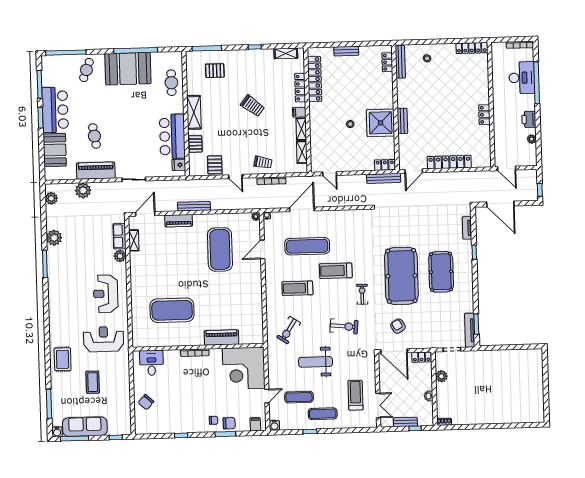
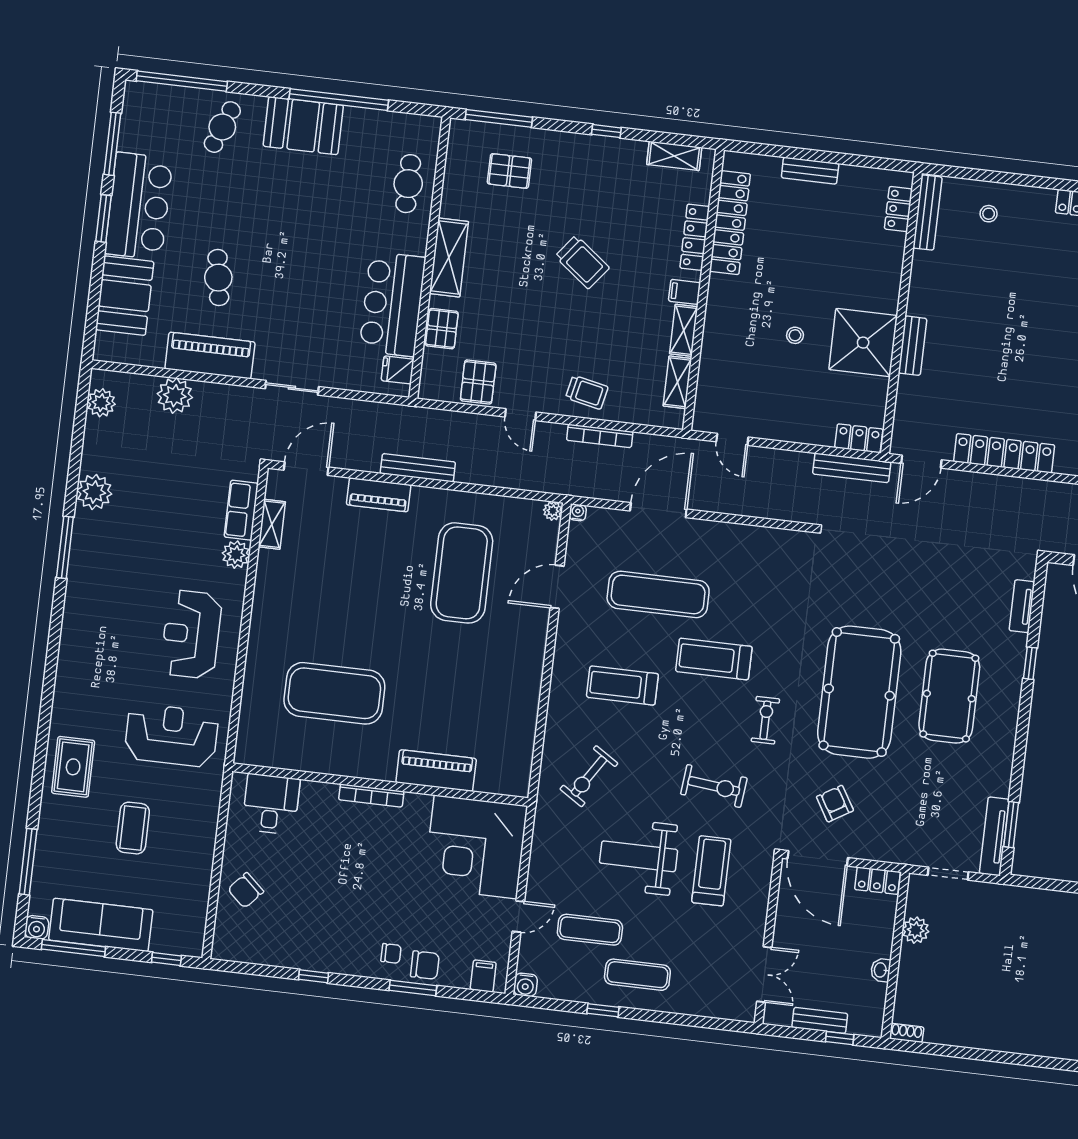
booth: (128, 69) -> (303, 126), width x0.73, depth x0.70
treadmill: (355, 395) -> (711, 871), moved

